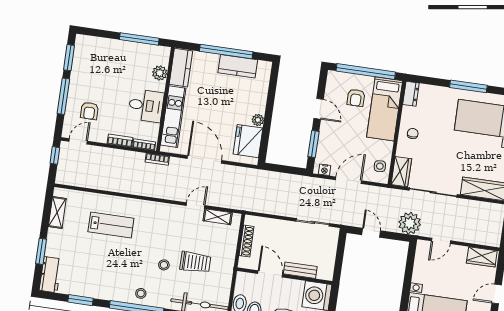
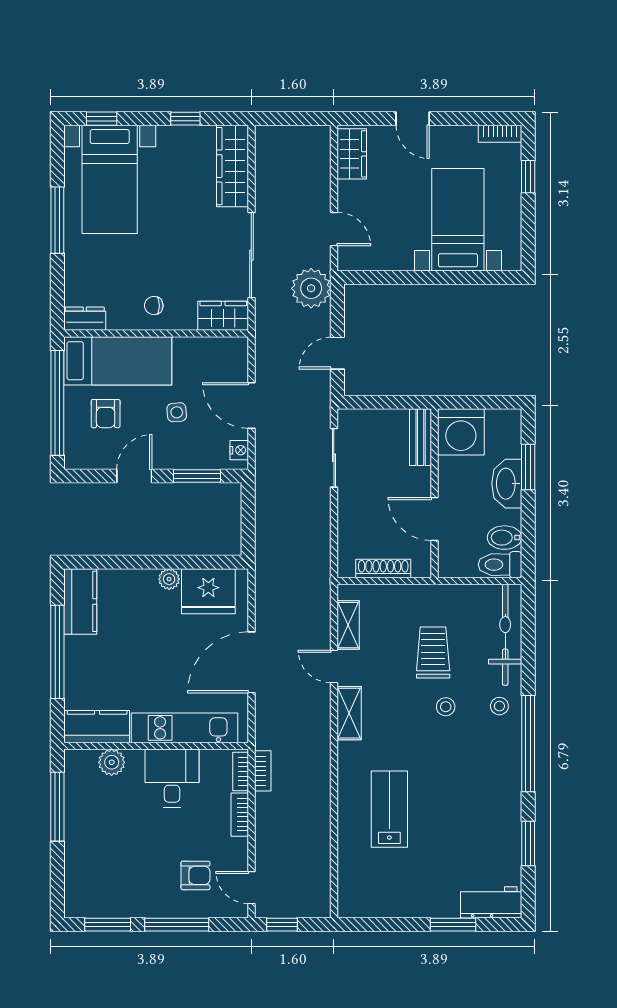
kitchen counter: (238, 66) -> (80, 601), moved
armchair: (356, 98) -> (106, 414), turned 90
bookcase: (157, 159) -> (263, 771), moved
side table: (380, 166) -> (177, 412), moved
shelving: (57, 212) -> (349, 713), moved, turned 90
bench: (300, 270) -> (421, 437), moved
door: (270, 274) -> (435, 519), hinge flipped
stool: (141, 293) -> (499, 706), moved

